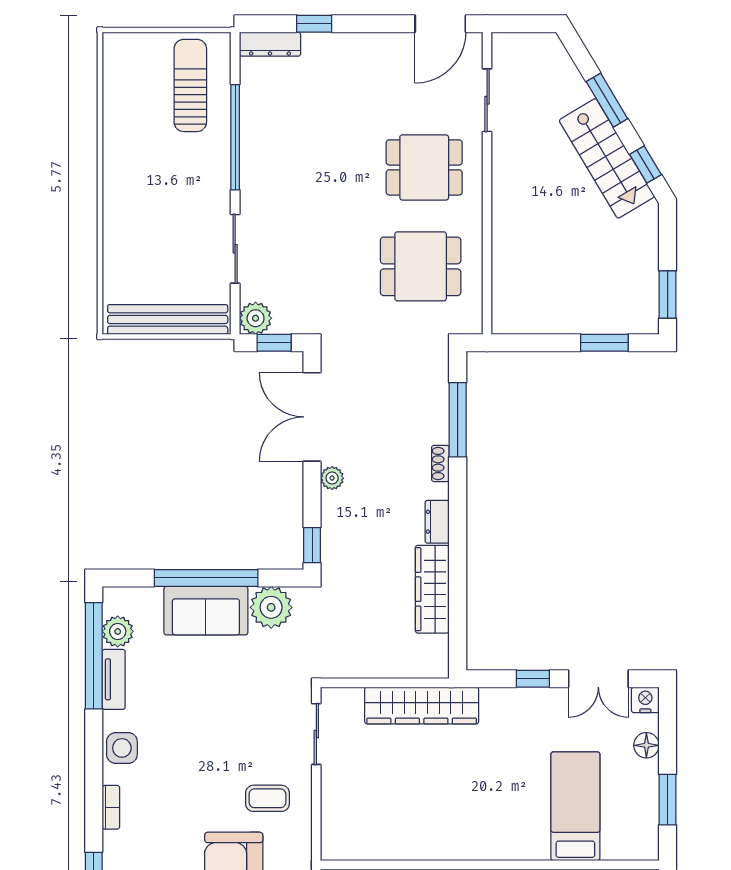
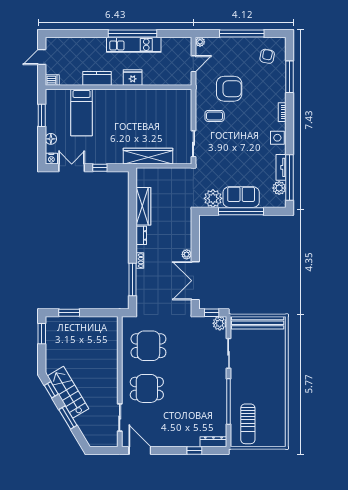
door: (440, 24) -> (140, 451), hinge flipped
double door: (312, 417) -> (195, 281), swing flipped
window: (312, 545) -> (195, 225), removed

